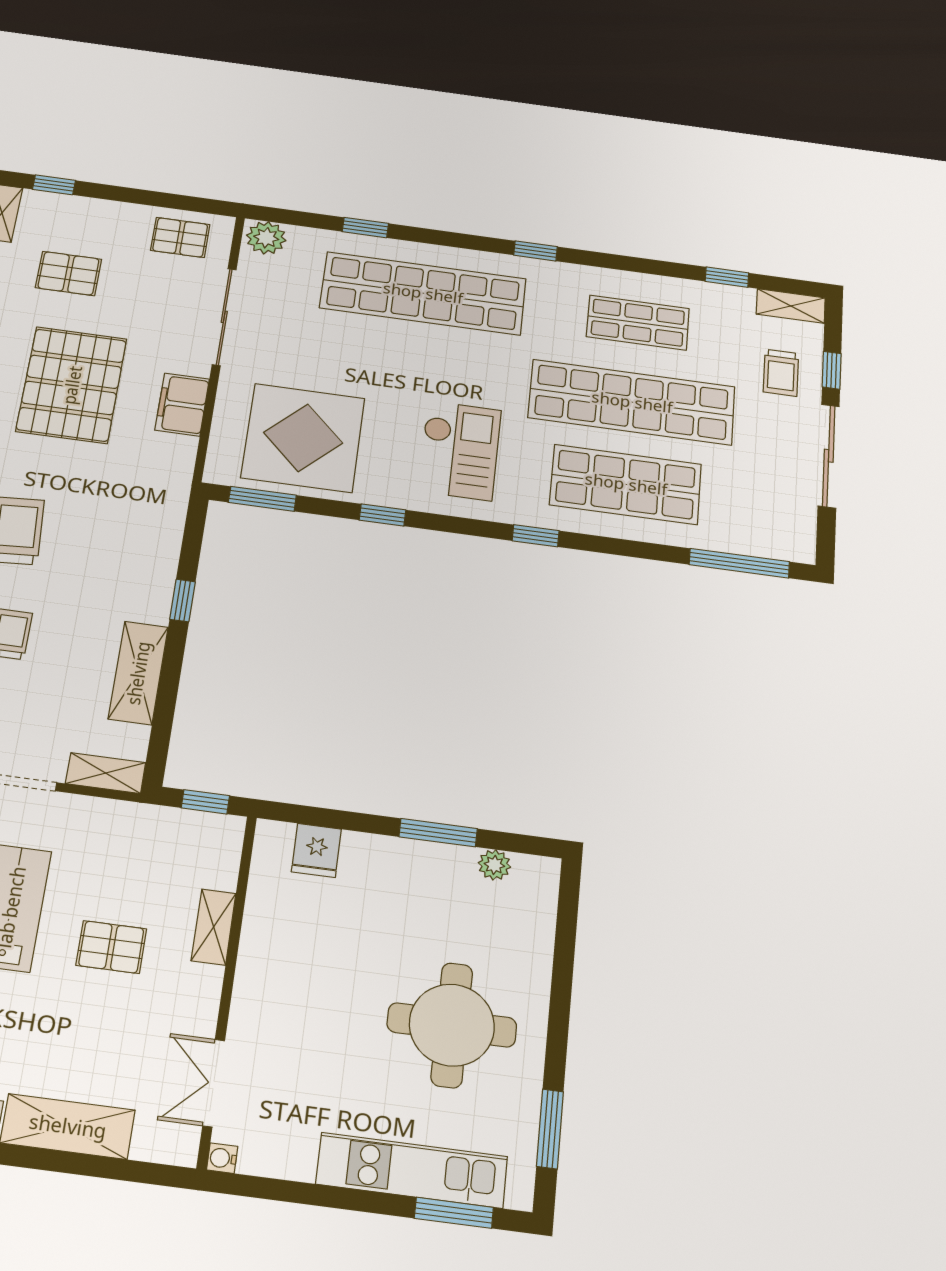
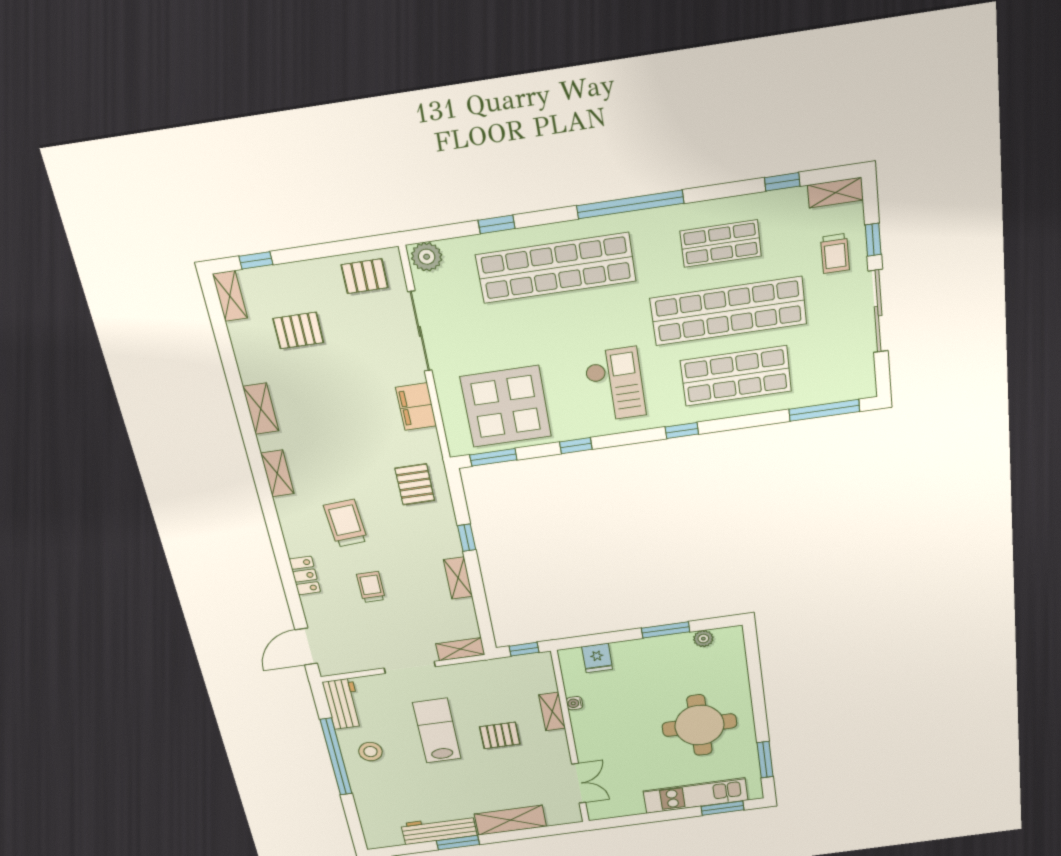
window: (536, 251) -> (630, 204), width x3.17
pallet: (72, 385) -> (415, 484), moved, width x0.49, depth x0.50
shelving: (138, 673) -> (458, 578), width x0.67, depth x0.75
double door: (214, 1083) -> (579, 783), swing flipped
water cooler: (222, 1158) -> (575, 703), moved

